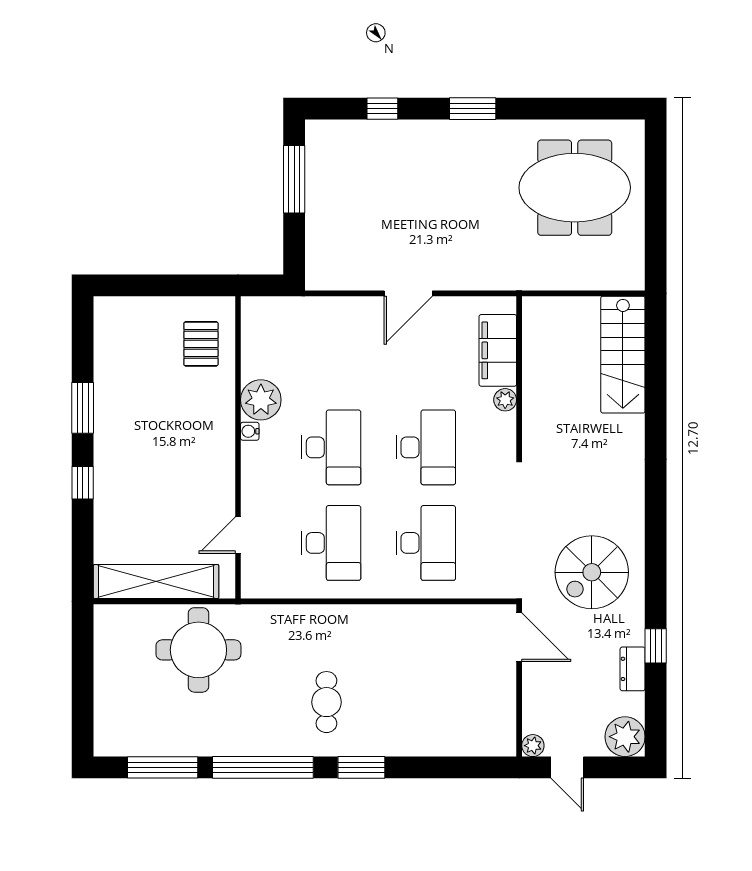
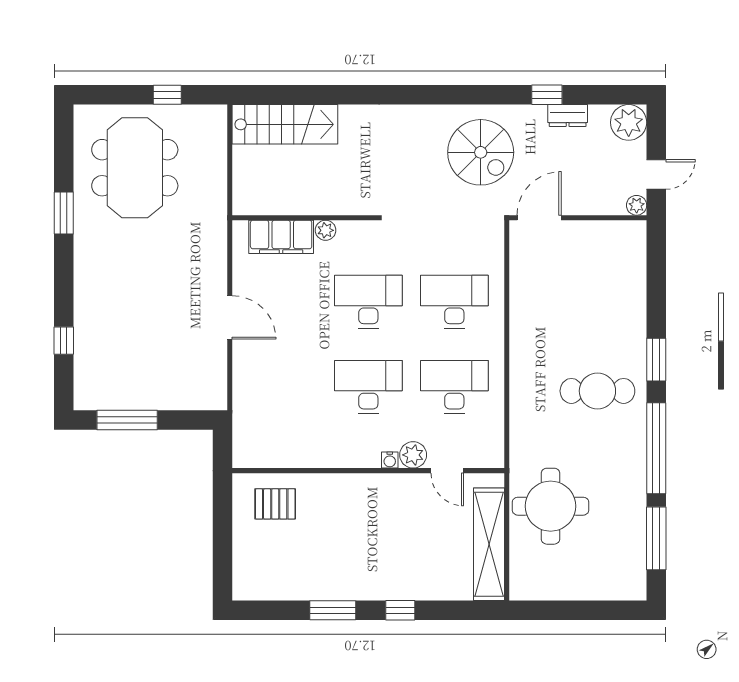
window: (473, 109) -> (64, 213), moved
window: (656, 224) -> (167, 95), added
plant: (261, 400) -> (413, 455), moved, width x0.73, depth x0.73
water cooler: (250, 431) -> (390, 460), moved
cafe table: (326, 702) -> (597, 391), width x1.37, depth x1.35

